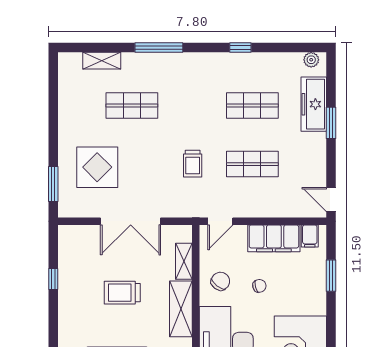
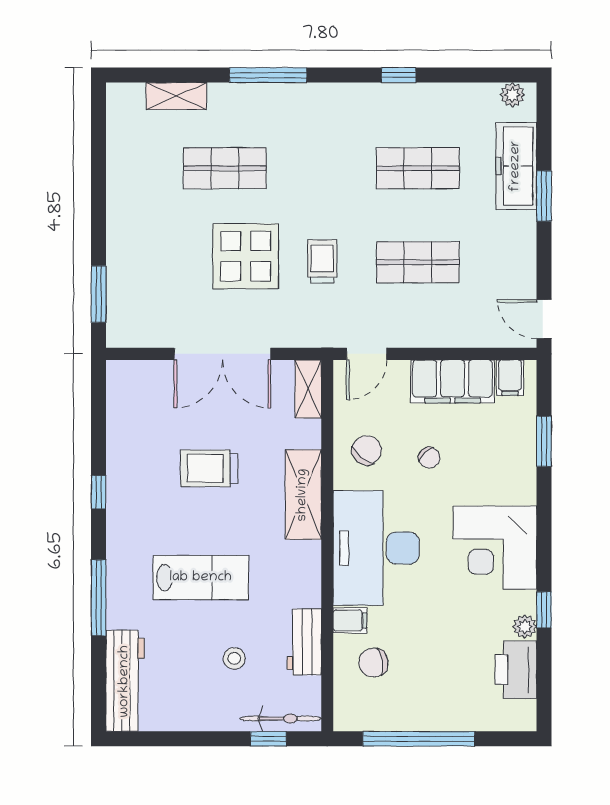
trolley: (193, 164) -> (322, 262), turned 180
display table: (97, 167) -> (246, 256), moved
shelving: (184, 261) -> (308, 389), moved
window: (53, 279) -> (99, 492), moved
chair: (259, 286) -> (429, 458), turned 59

